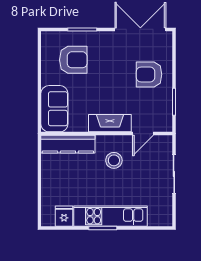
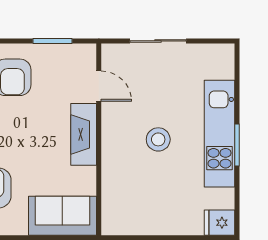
kitchen counter: (68, 144) -> (114, 196), removed
stool: (114, 160) -> (158, 139), moved
fridge: (64, 216) -> (220, 223), moved

